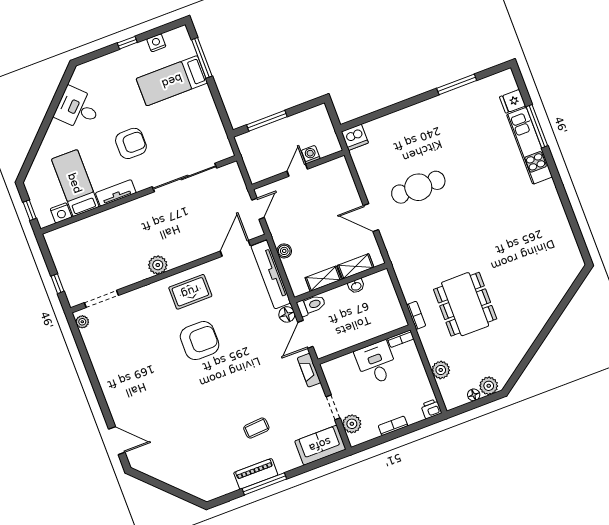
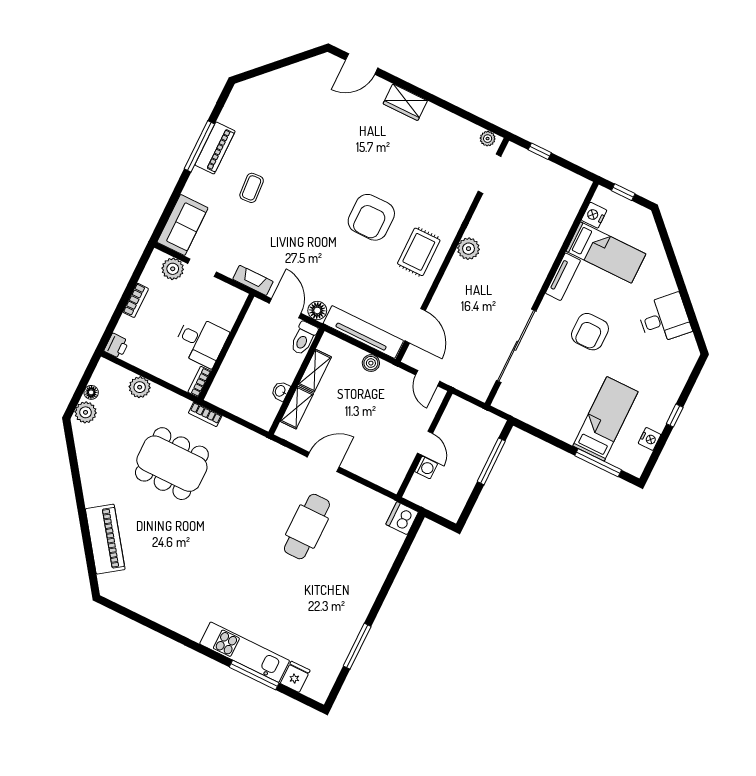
piano: (550, 296) -> (105, 539), added
wardrobe: (112, 392) -> (405, 102), added

